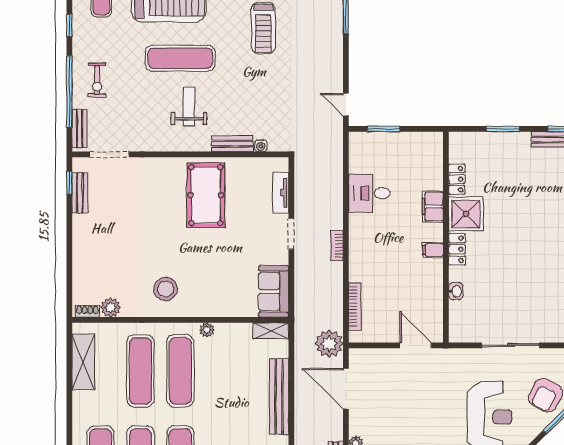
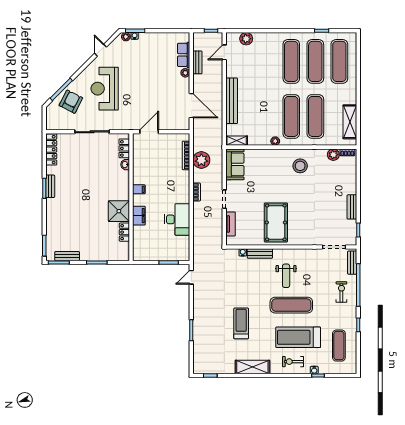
door: (346, 105) -> (191, 277), swing flipped
bench: (80, 193) -> (352, 207), moved
desk: (369, 193) -> (177, 219), width x1.37
locker: (457, 249) -> (124, 148), moved
plant: (329, 344) -> (201, 160), moved
door: (416, 345) -> (149, 132), swing flipped

